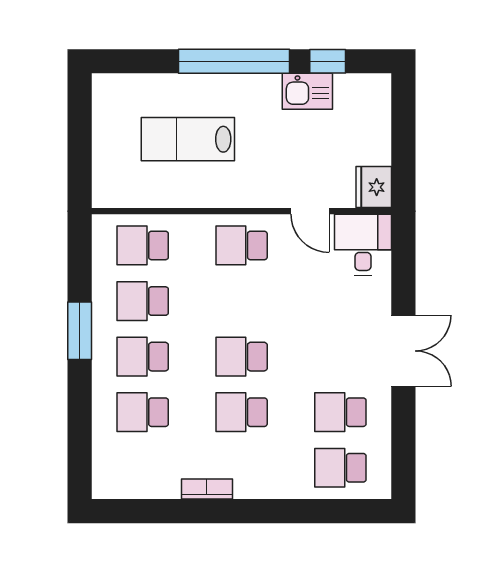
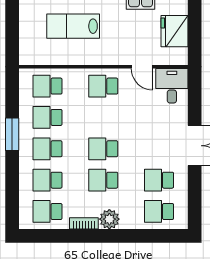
fridge: (374, 187) -> (175, 31), moved, width x1.36, depth x1.34
school desk: (143, 468) -> (48, 211), added
plant: (252, 481) -> (109, 219), added

